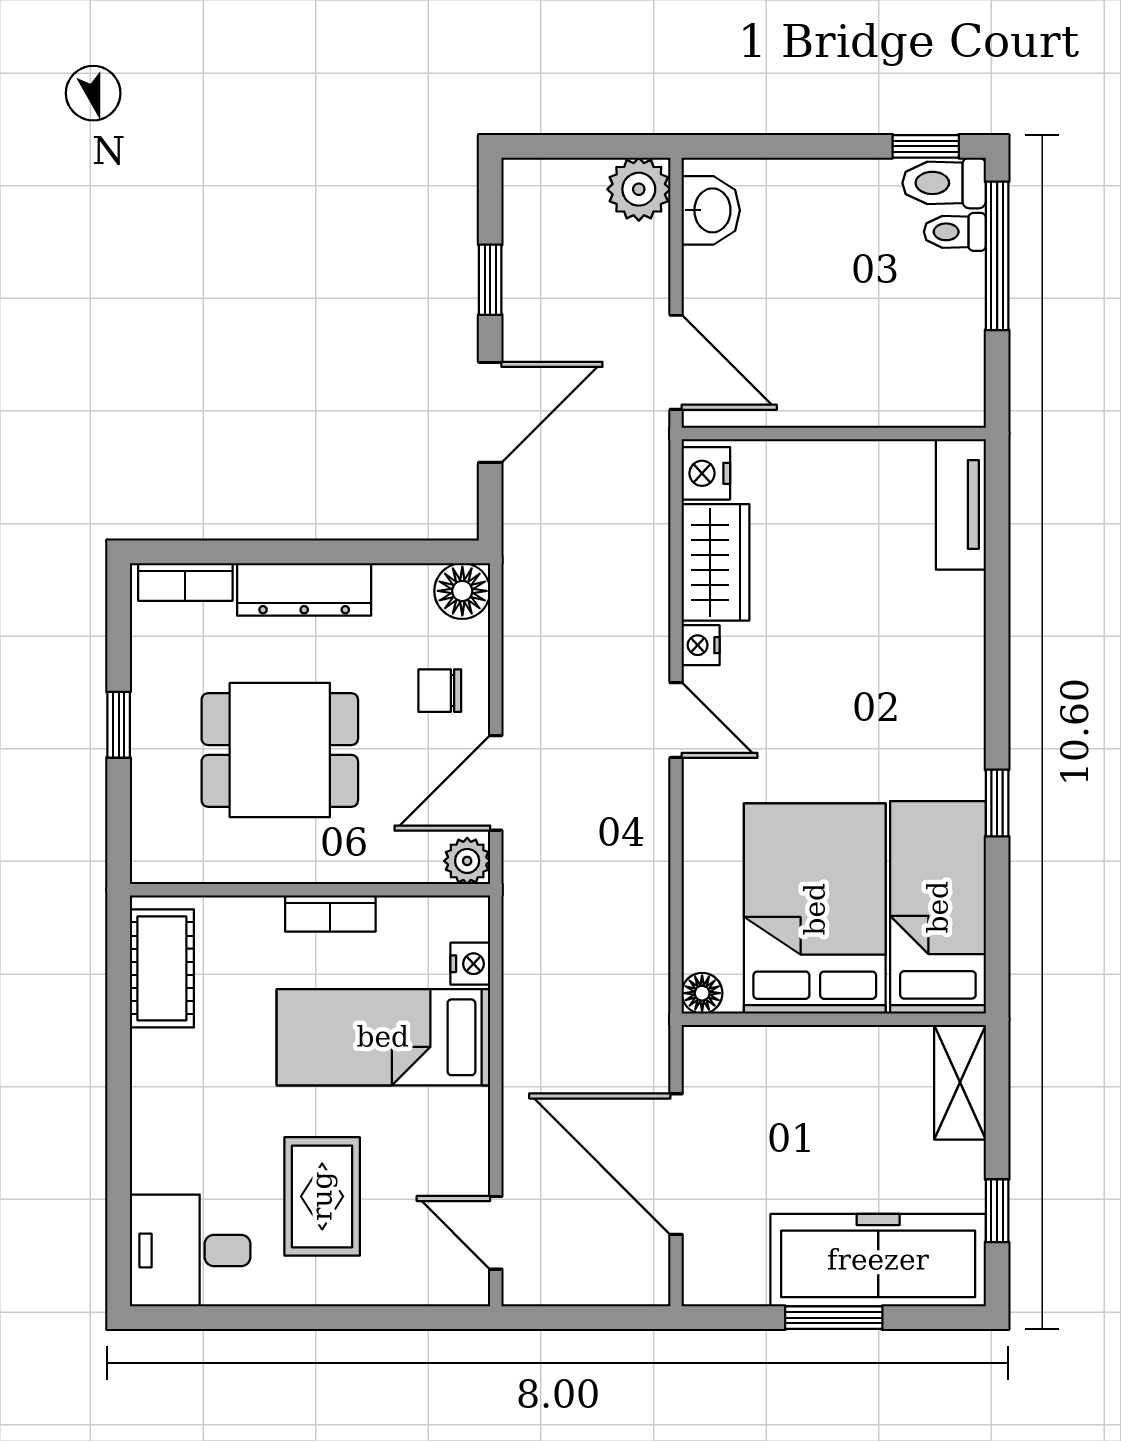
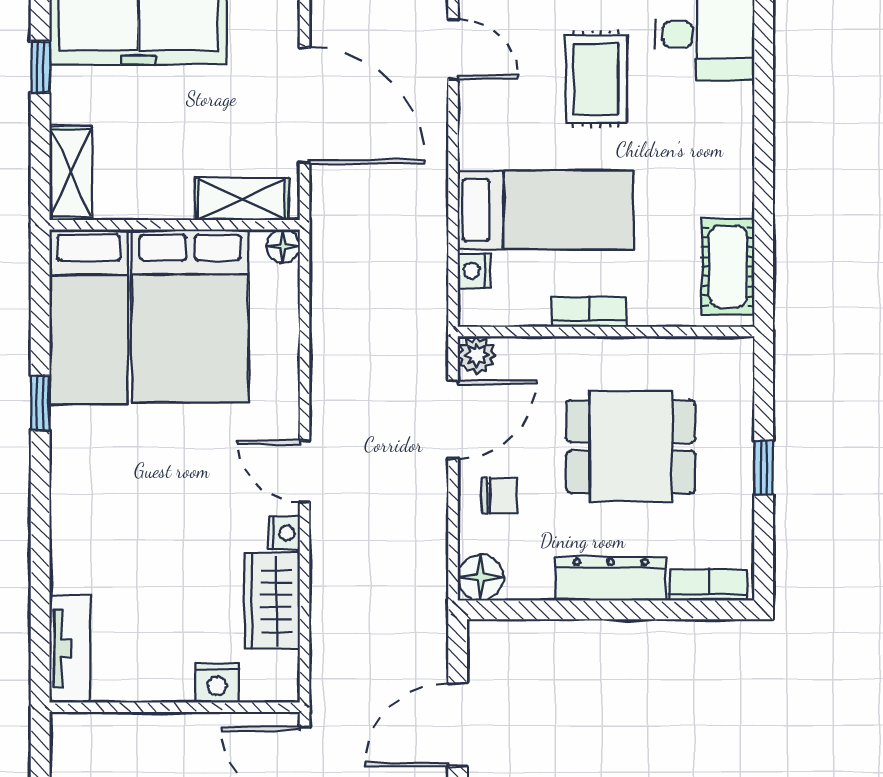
nightstand: (706, 473) -> (217, 683), moved, turned 90
shelving: (752, 1050) -> (242, 199), added

